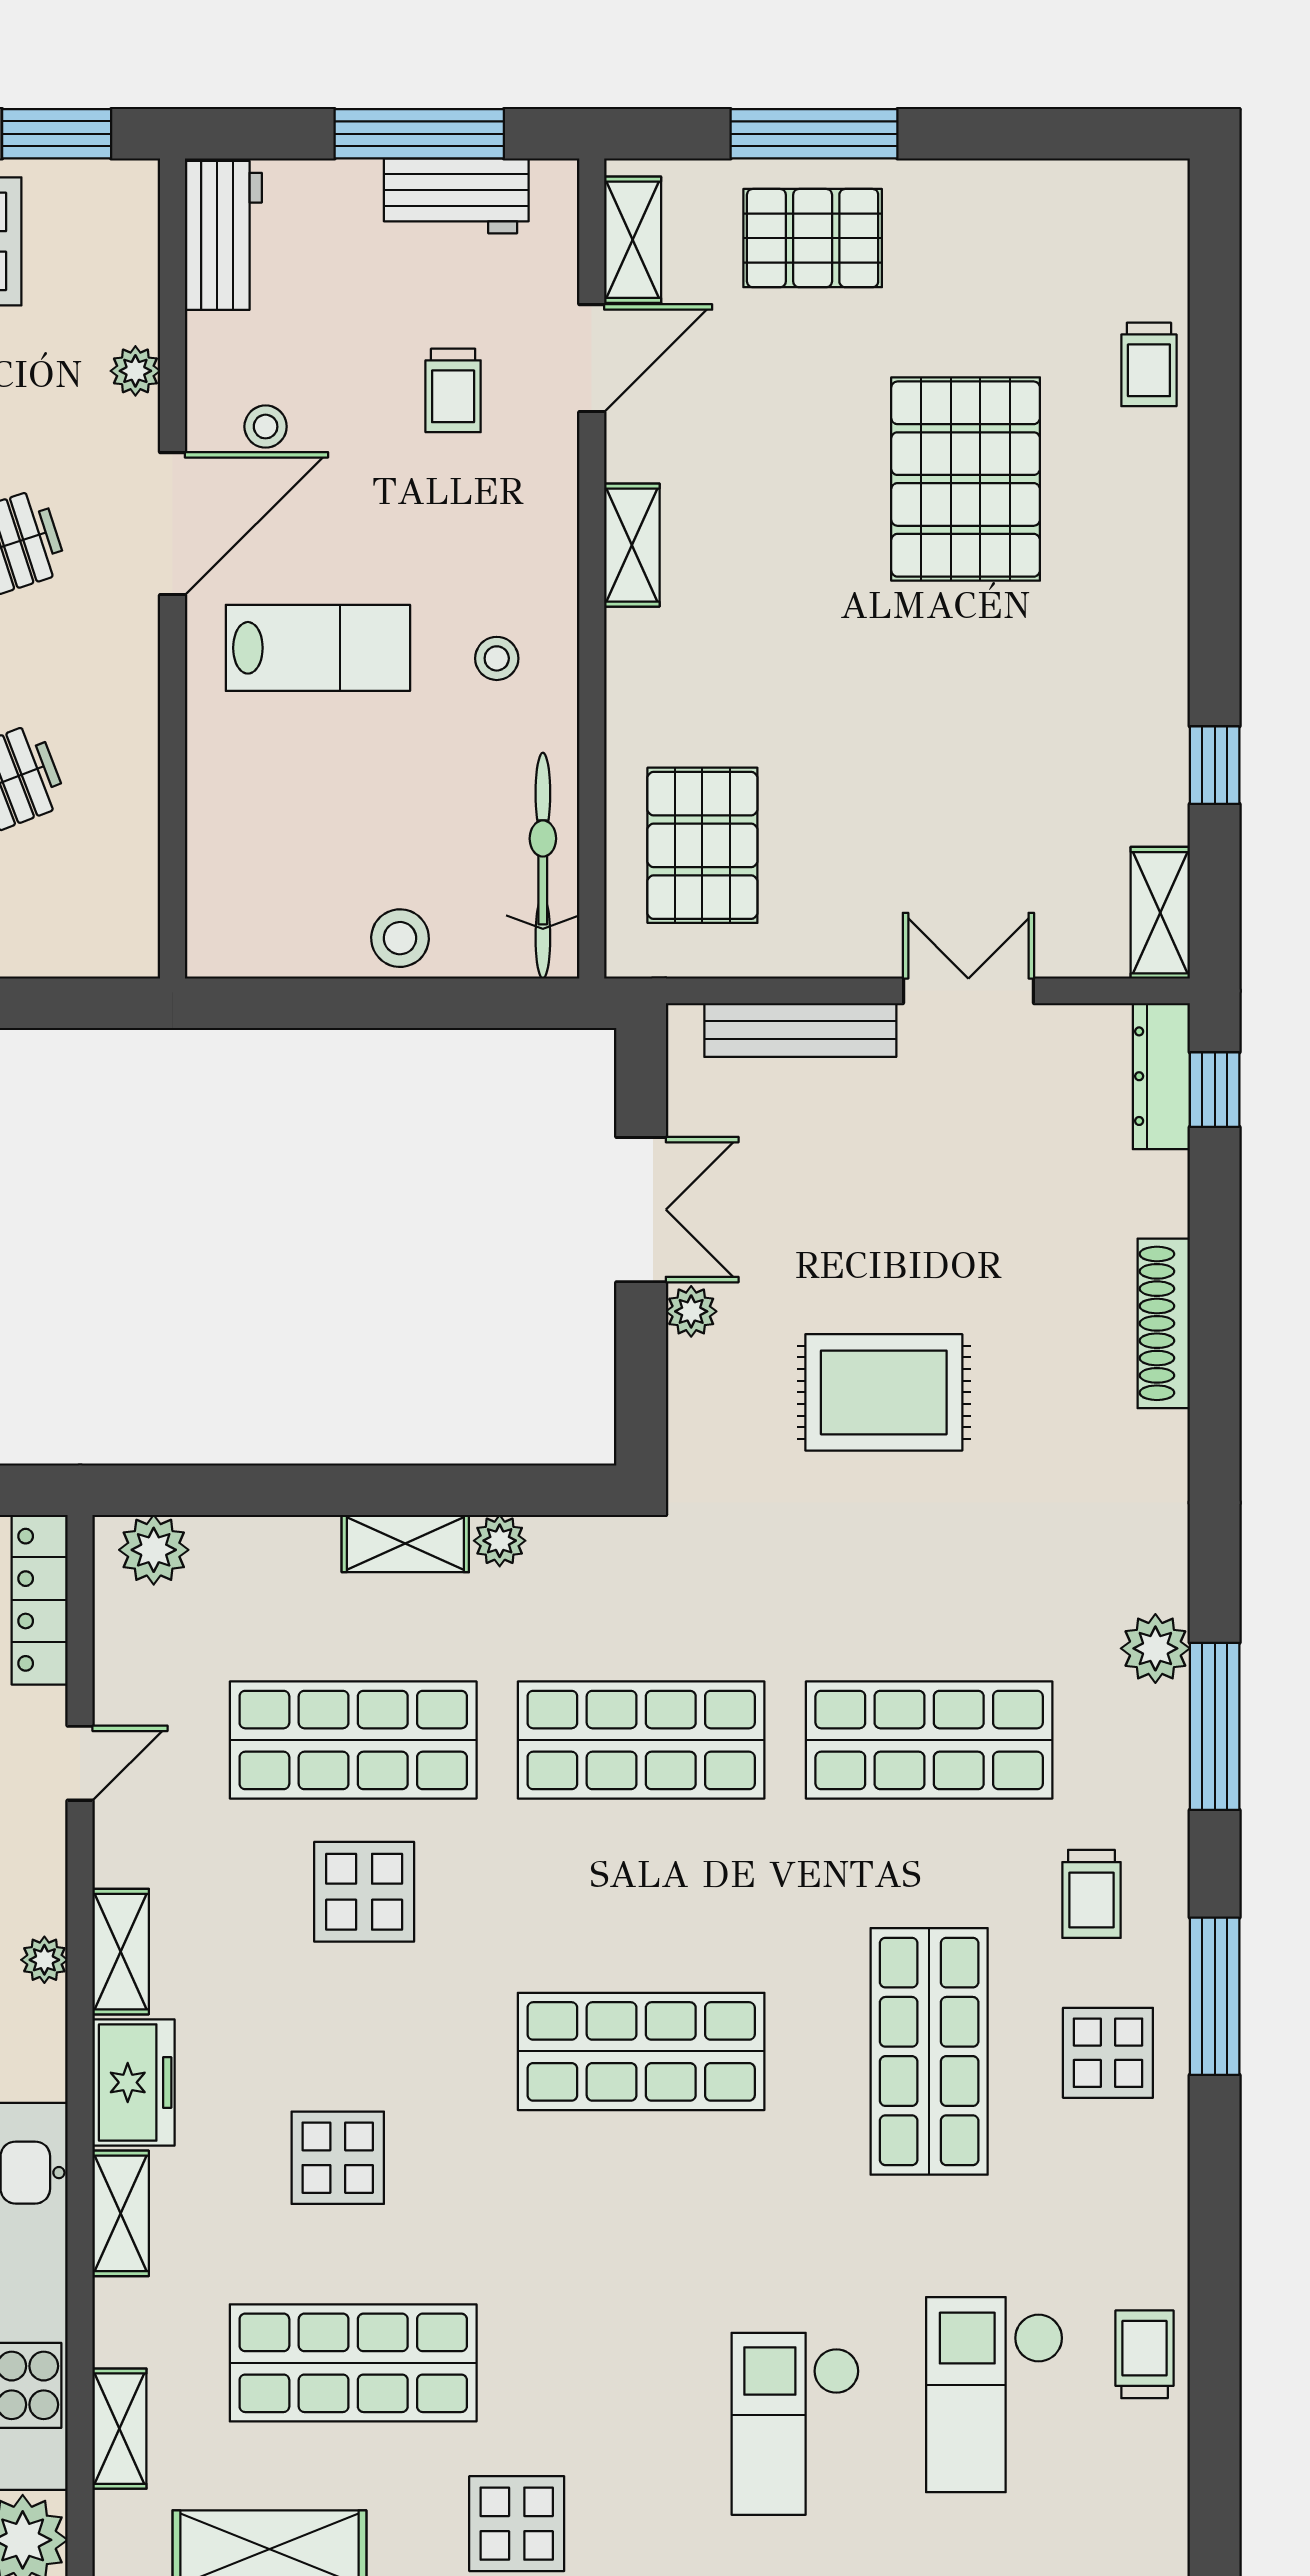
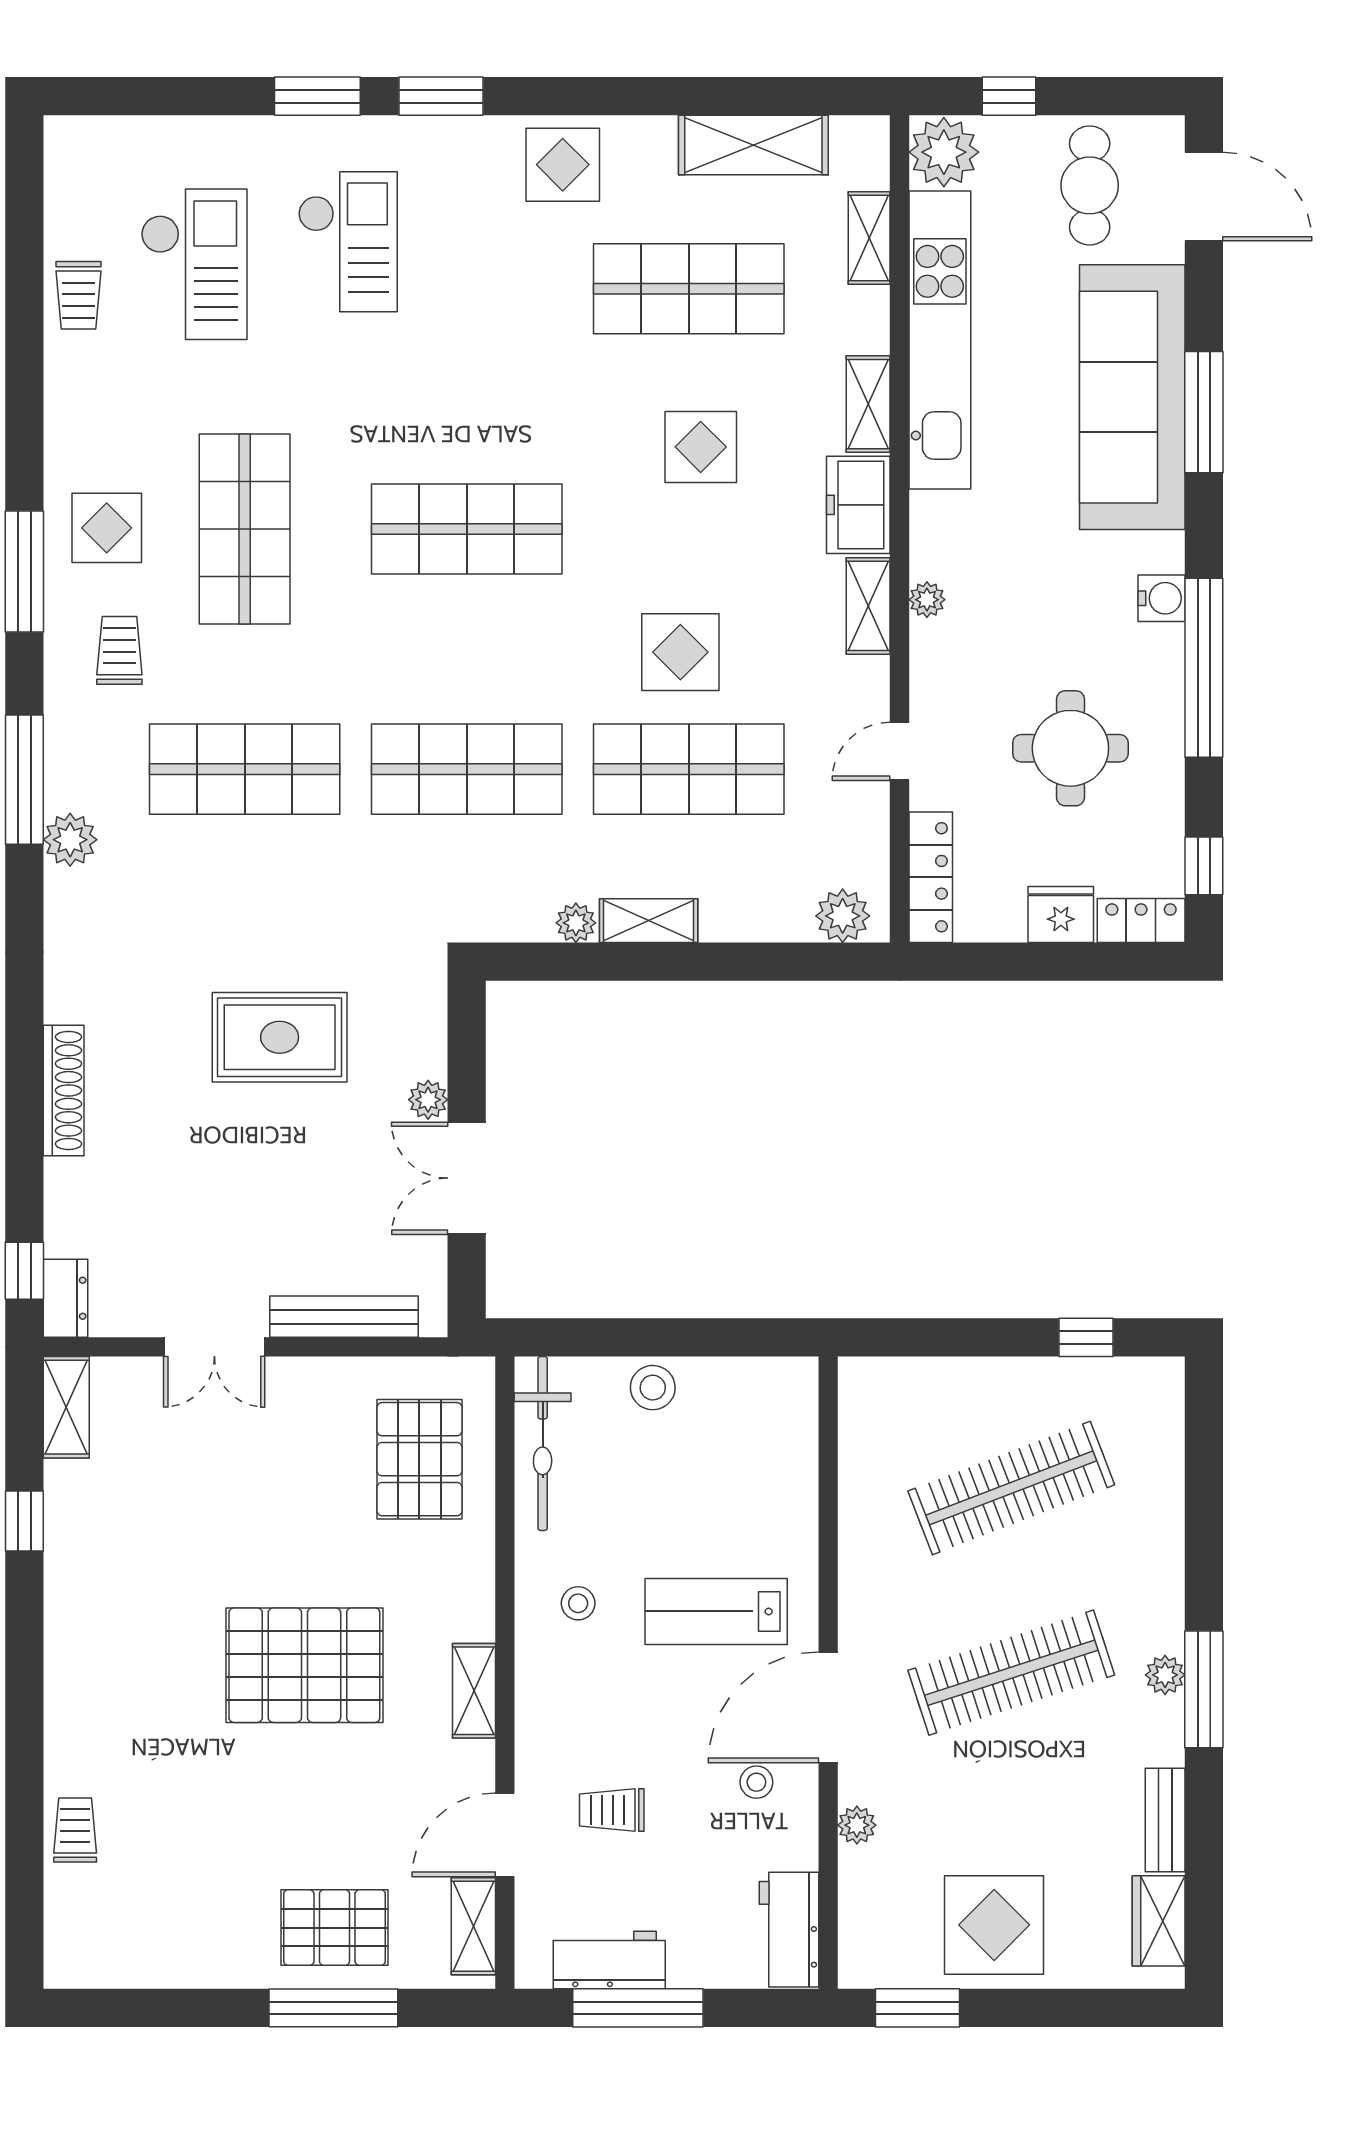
trolley: (453, 390) -> (612, 1810), turned -90
pallet: (966, 479) -> (304, 1665), moved, turned 90
dresser: (1161, 1076) -> (65, 1298), width x0.70

